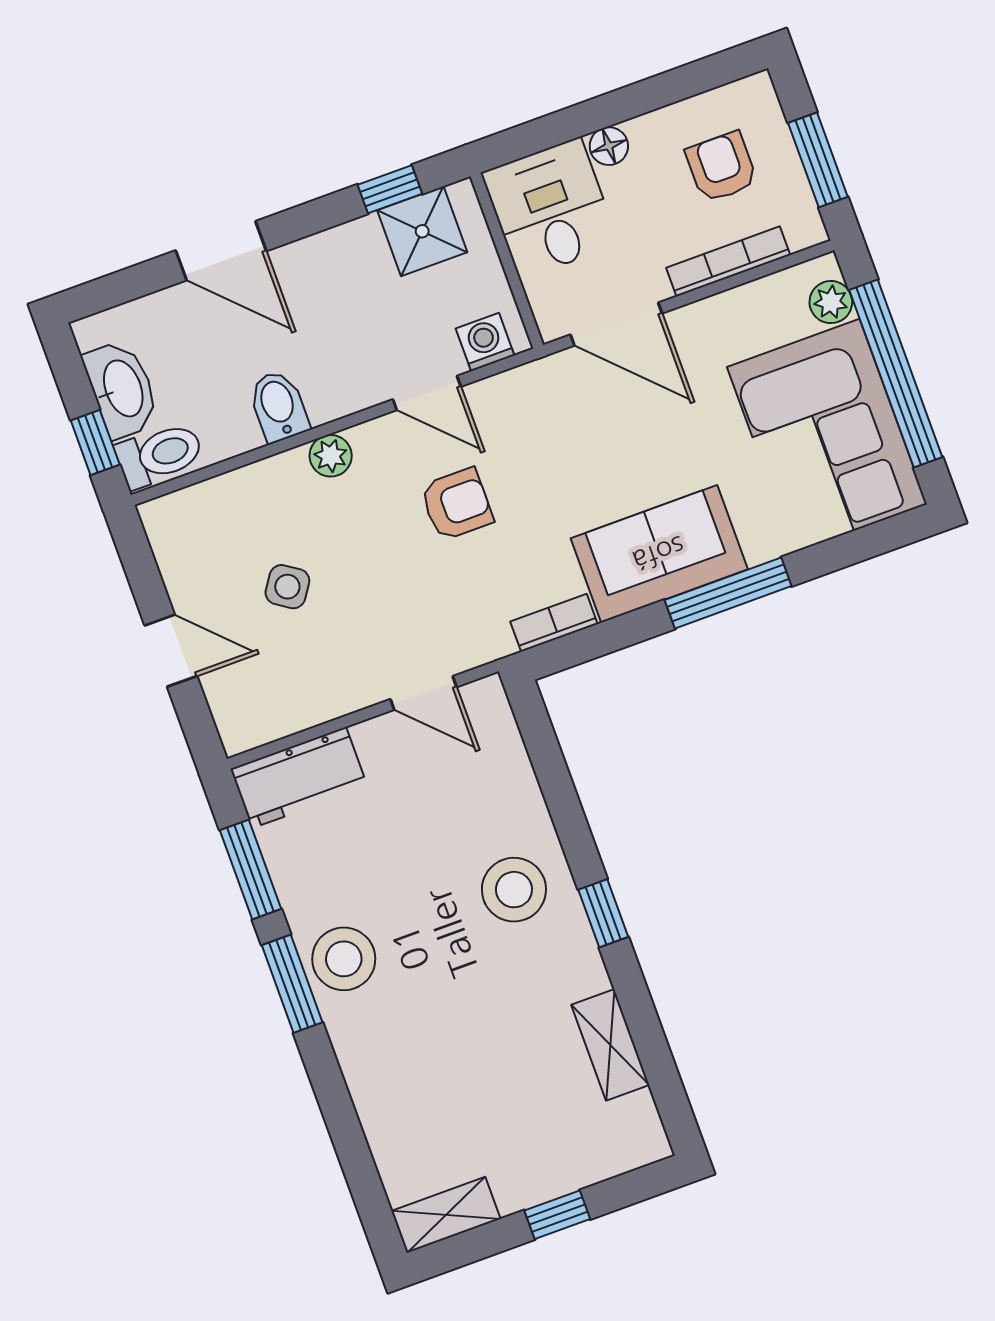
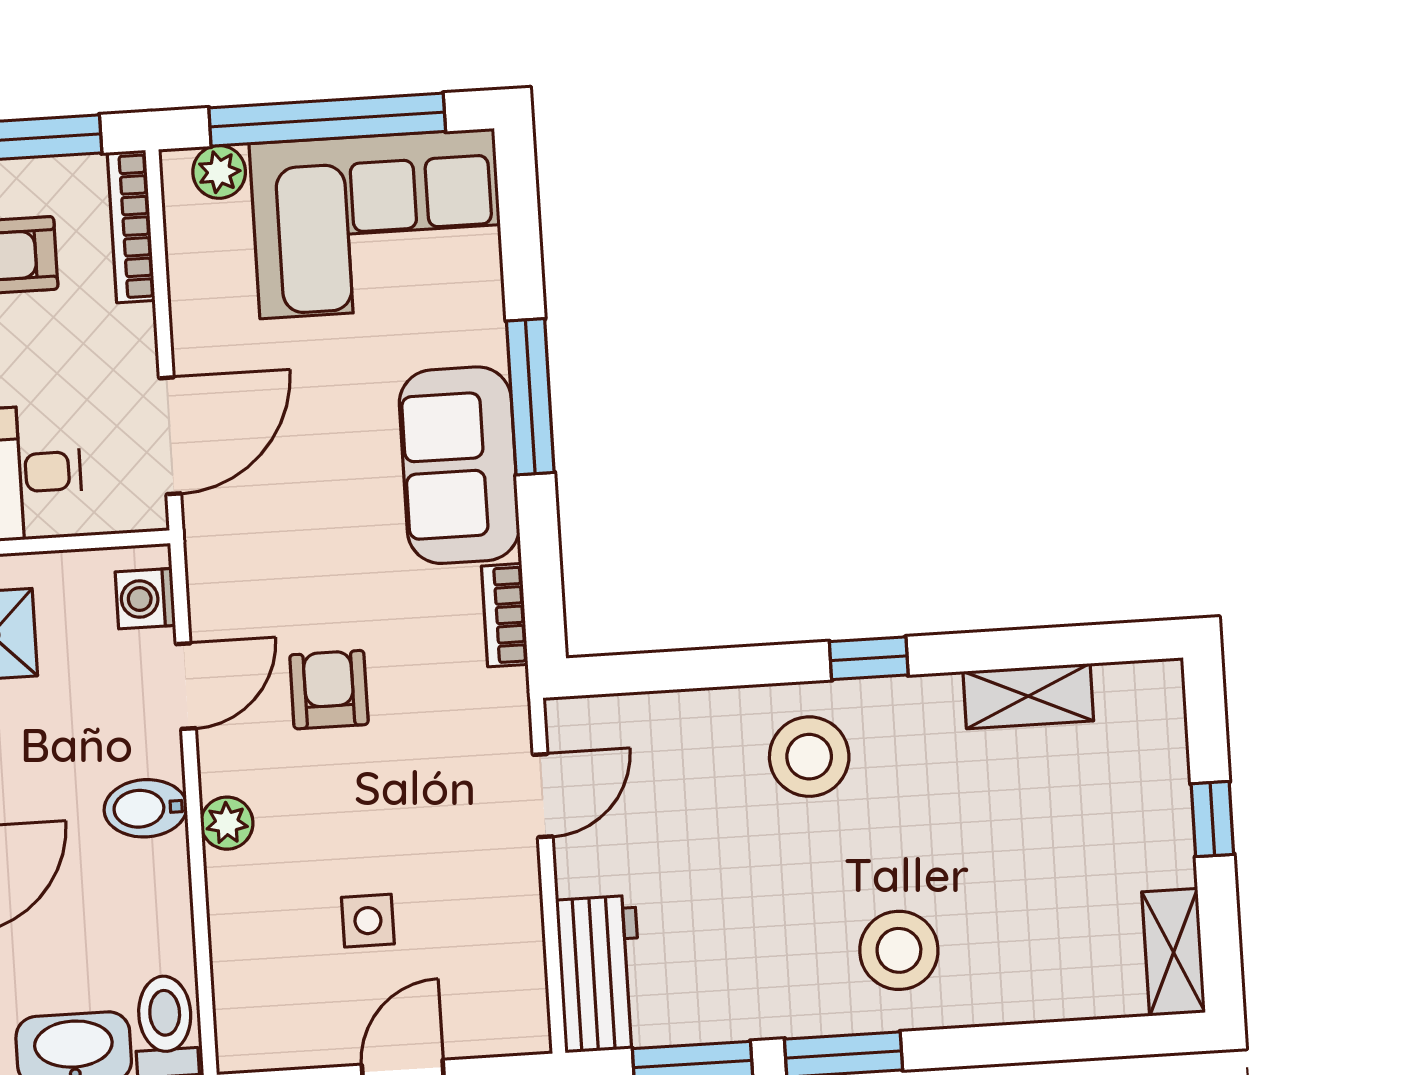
bookcase: (728, 261) -> (131, 226), moved
bidet: (279, 406) -> (146, 808), moved
side table: (287, 587) -> (368, 921), turned -34
stool: (344, 959) -> (899, 950), moved

